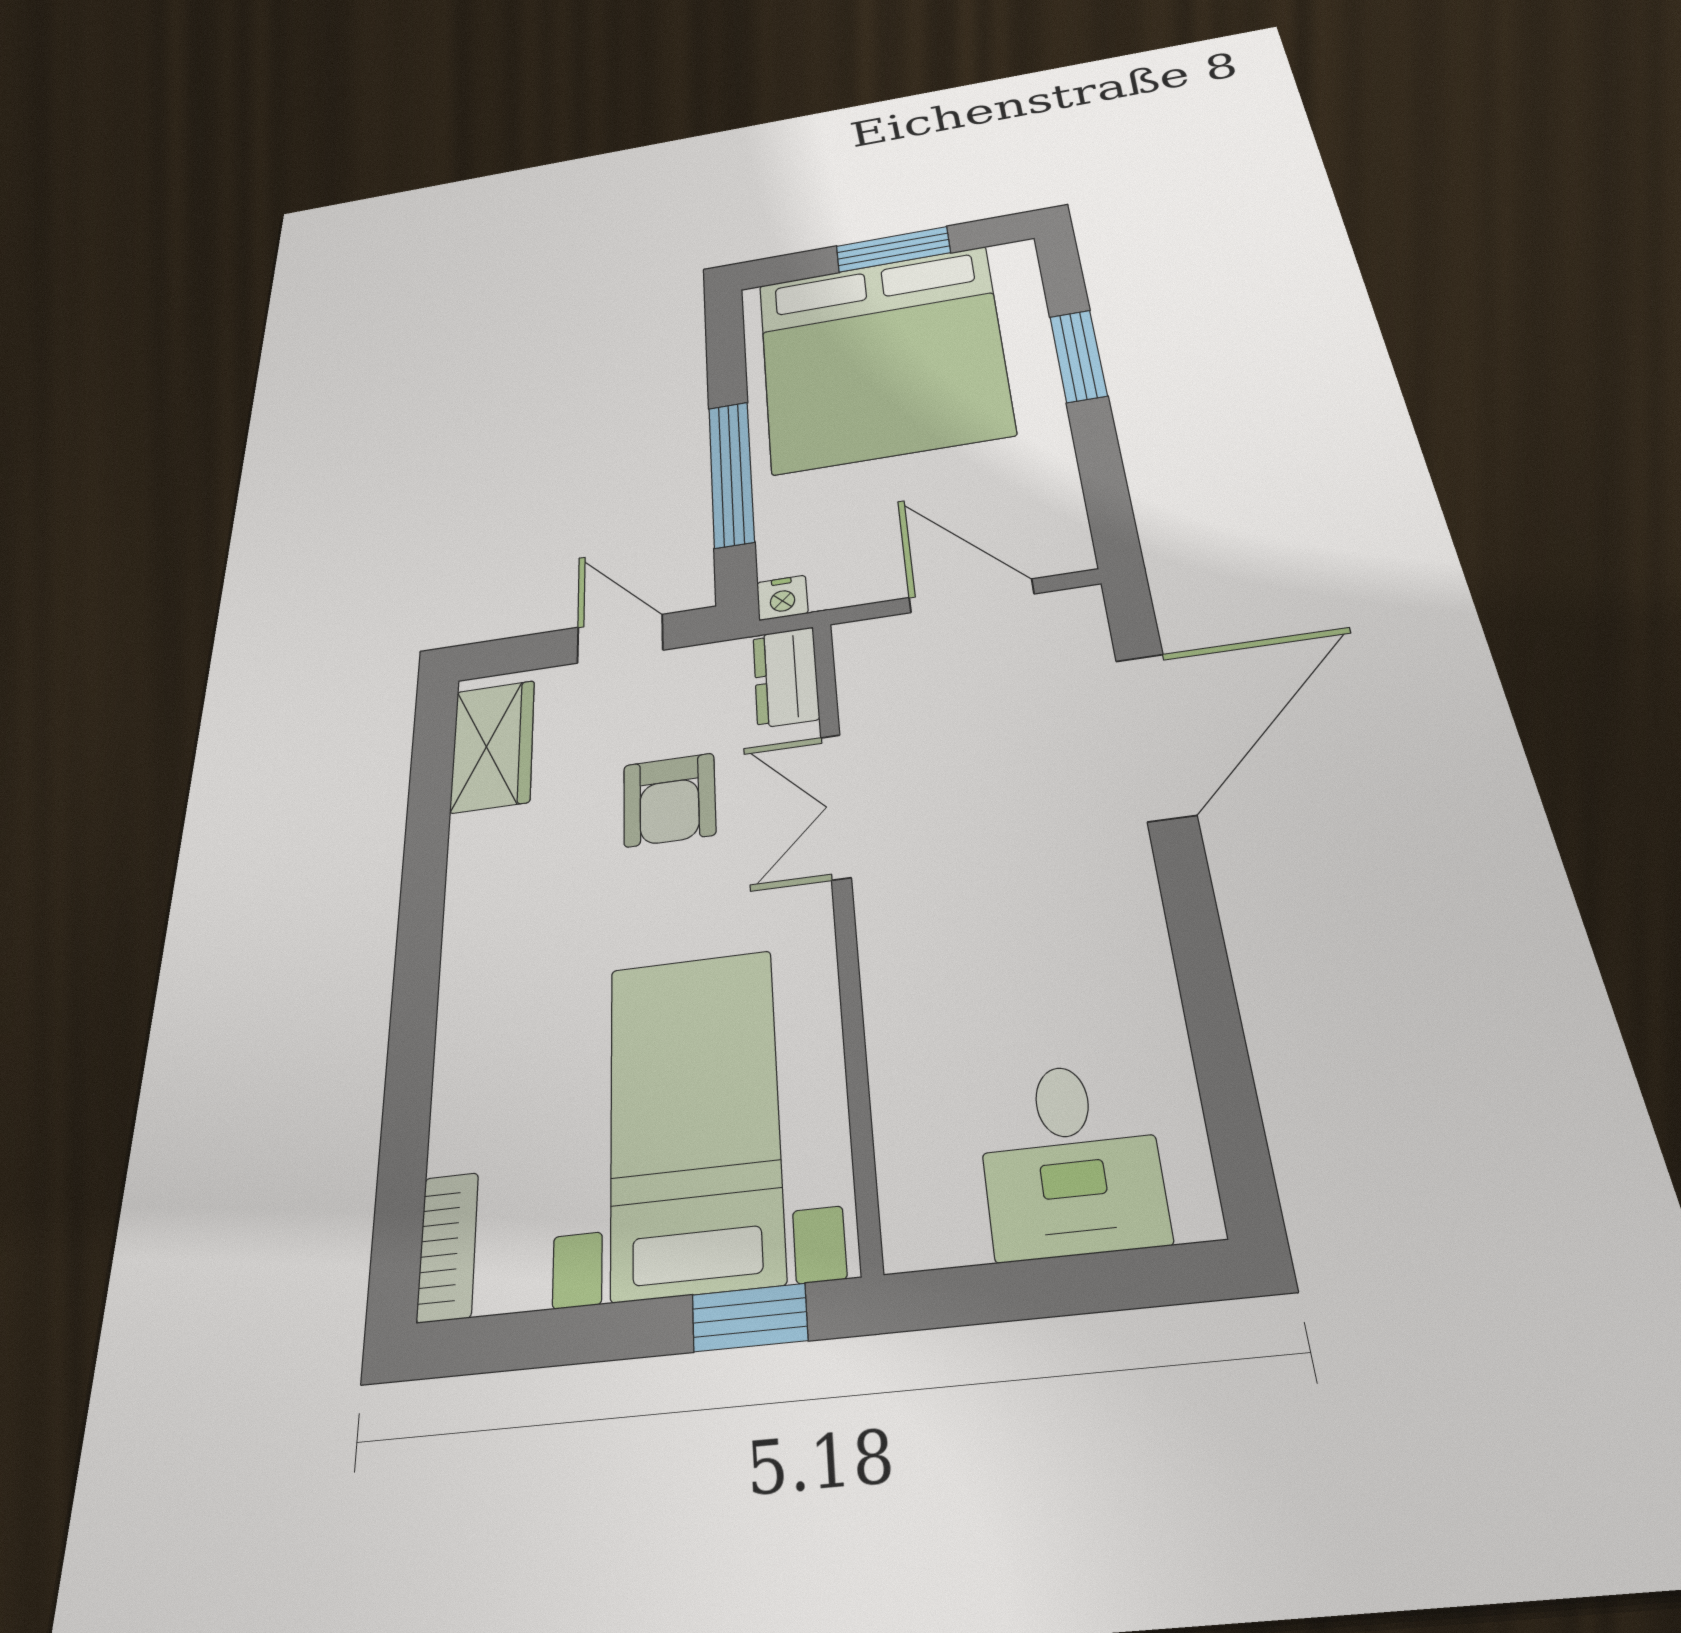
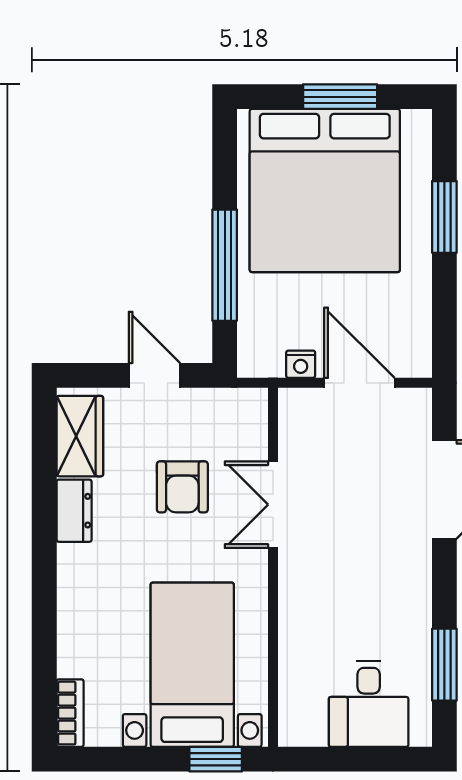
nightstand: (782, 598) -> (301, 364), moved
dresser: (786, 677) -> (74, 511), moved, turned 180
window: (1221, 1057) -> (444, 665), added

